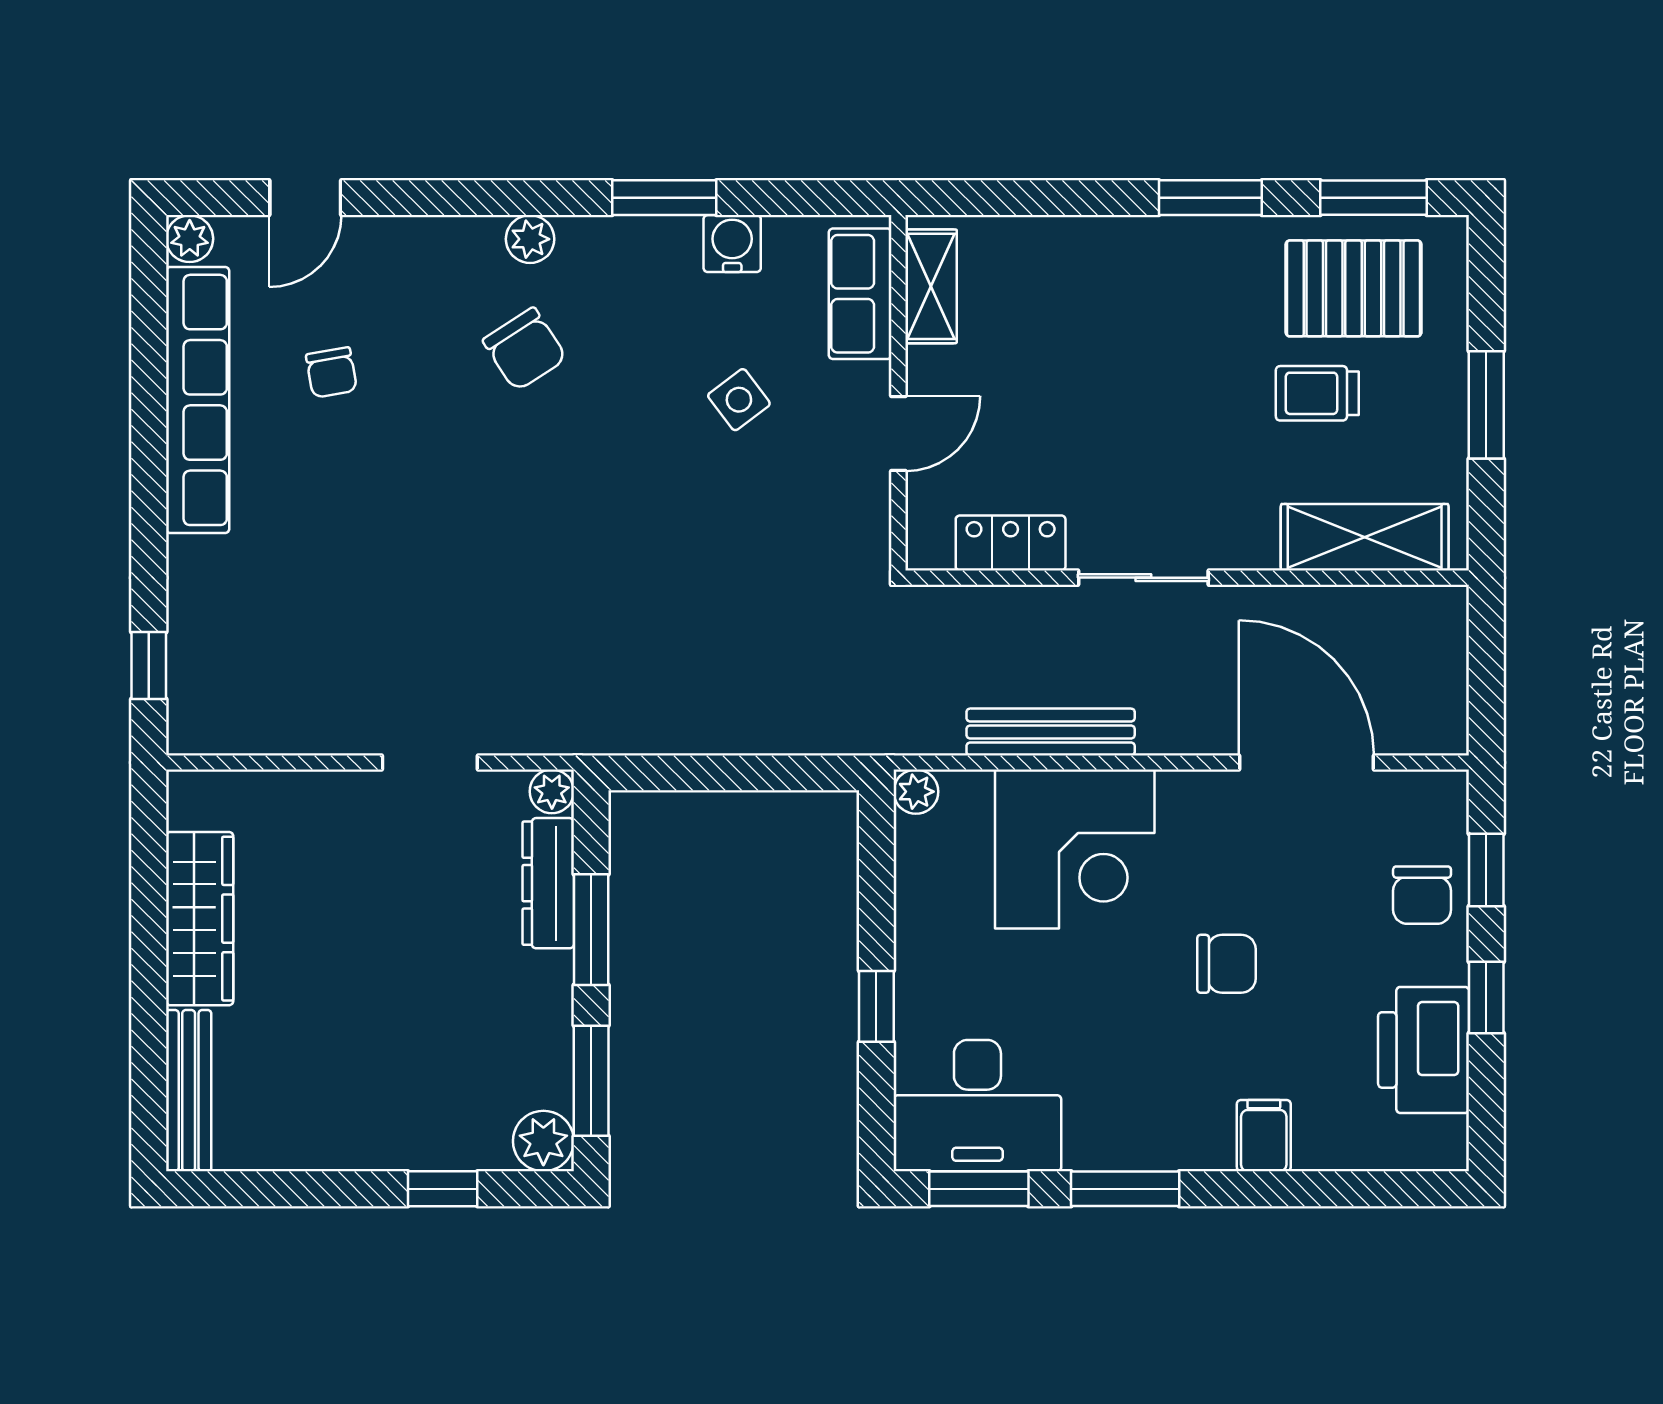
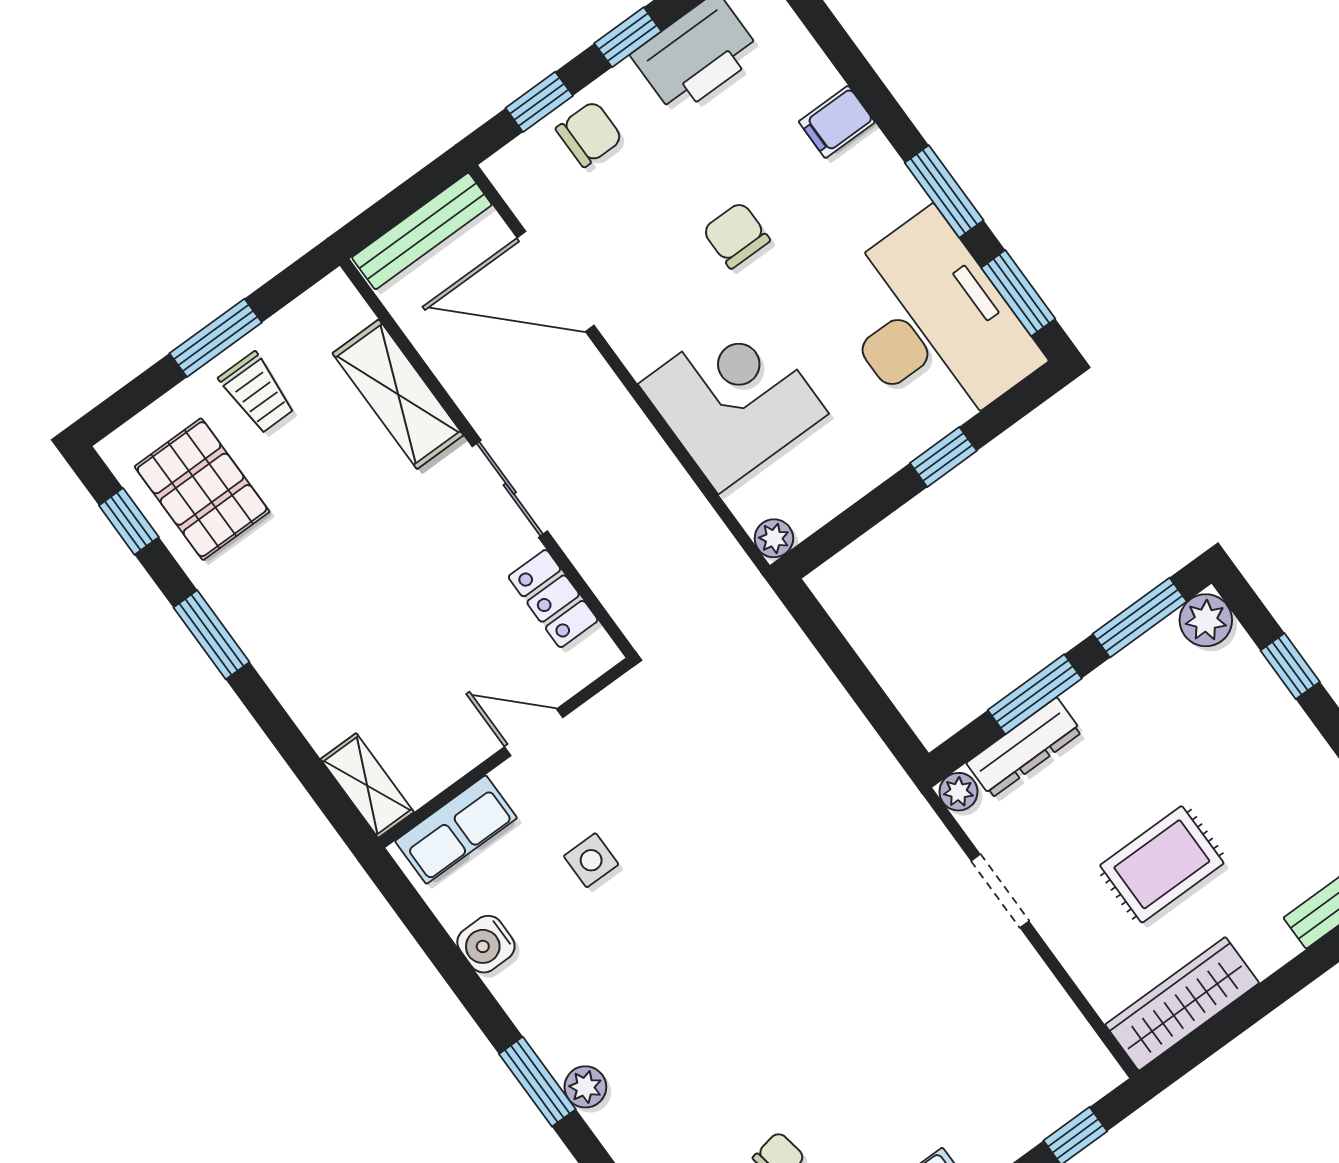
window: (664, 198) -> (537, 1082), moved
window: (1373, 198) -> (129, 521), width x0.67
shelving: (931, 286) -> (367, 786), moved, turned 90
chair: (525, 349) -> (665, 1035), removed
trolley: (1317, 393) -> (257, 393), moved
side table: (739, 400) -> (591, 860), turned 37
shelving: (1365, 537) -> (398, 394), moved
bench: (1051, 732) -> (422, 231), moved, turned 90
door: (1306, 762) -> (556, 282), hinge flipped
wardrobe: (200, 919) -> (1182, 1004), moved
rug: (344, 933) -> (1162, 864), added
desk: (977, 1106) -> (932, 325), width x1.36, depth x1.30

